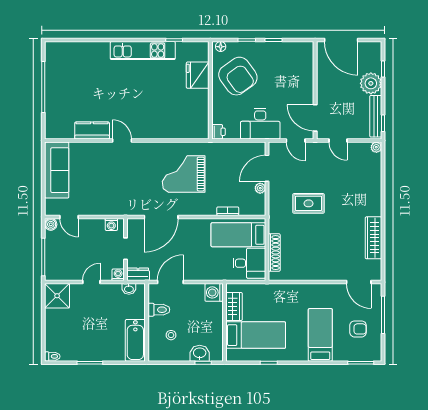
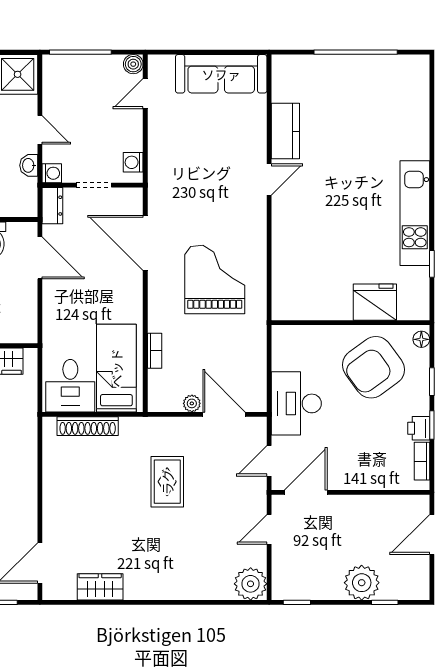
door: (341, 40) -> (432, 534), width x0.73
bookcase: (296, 46) -> (422, 461), added
bench: (376, 116) -> (308, 591), removed
printer: (218, 132) -> (419, 428), moved, turned 90
plant: (376, 147) -> (251, 584), width x1.88, depth x1.88
wardrobe: (373, 238) -> (100, 587), width x0.67
washbasin: (129, 289) -> (29, 165), moved
washing machine: (214, 292) -> (23, 329), removed

